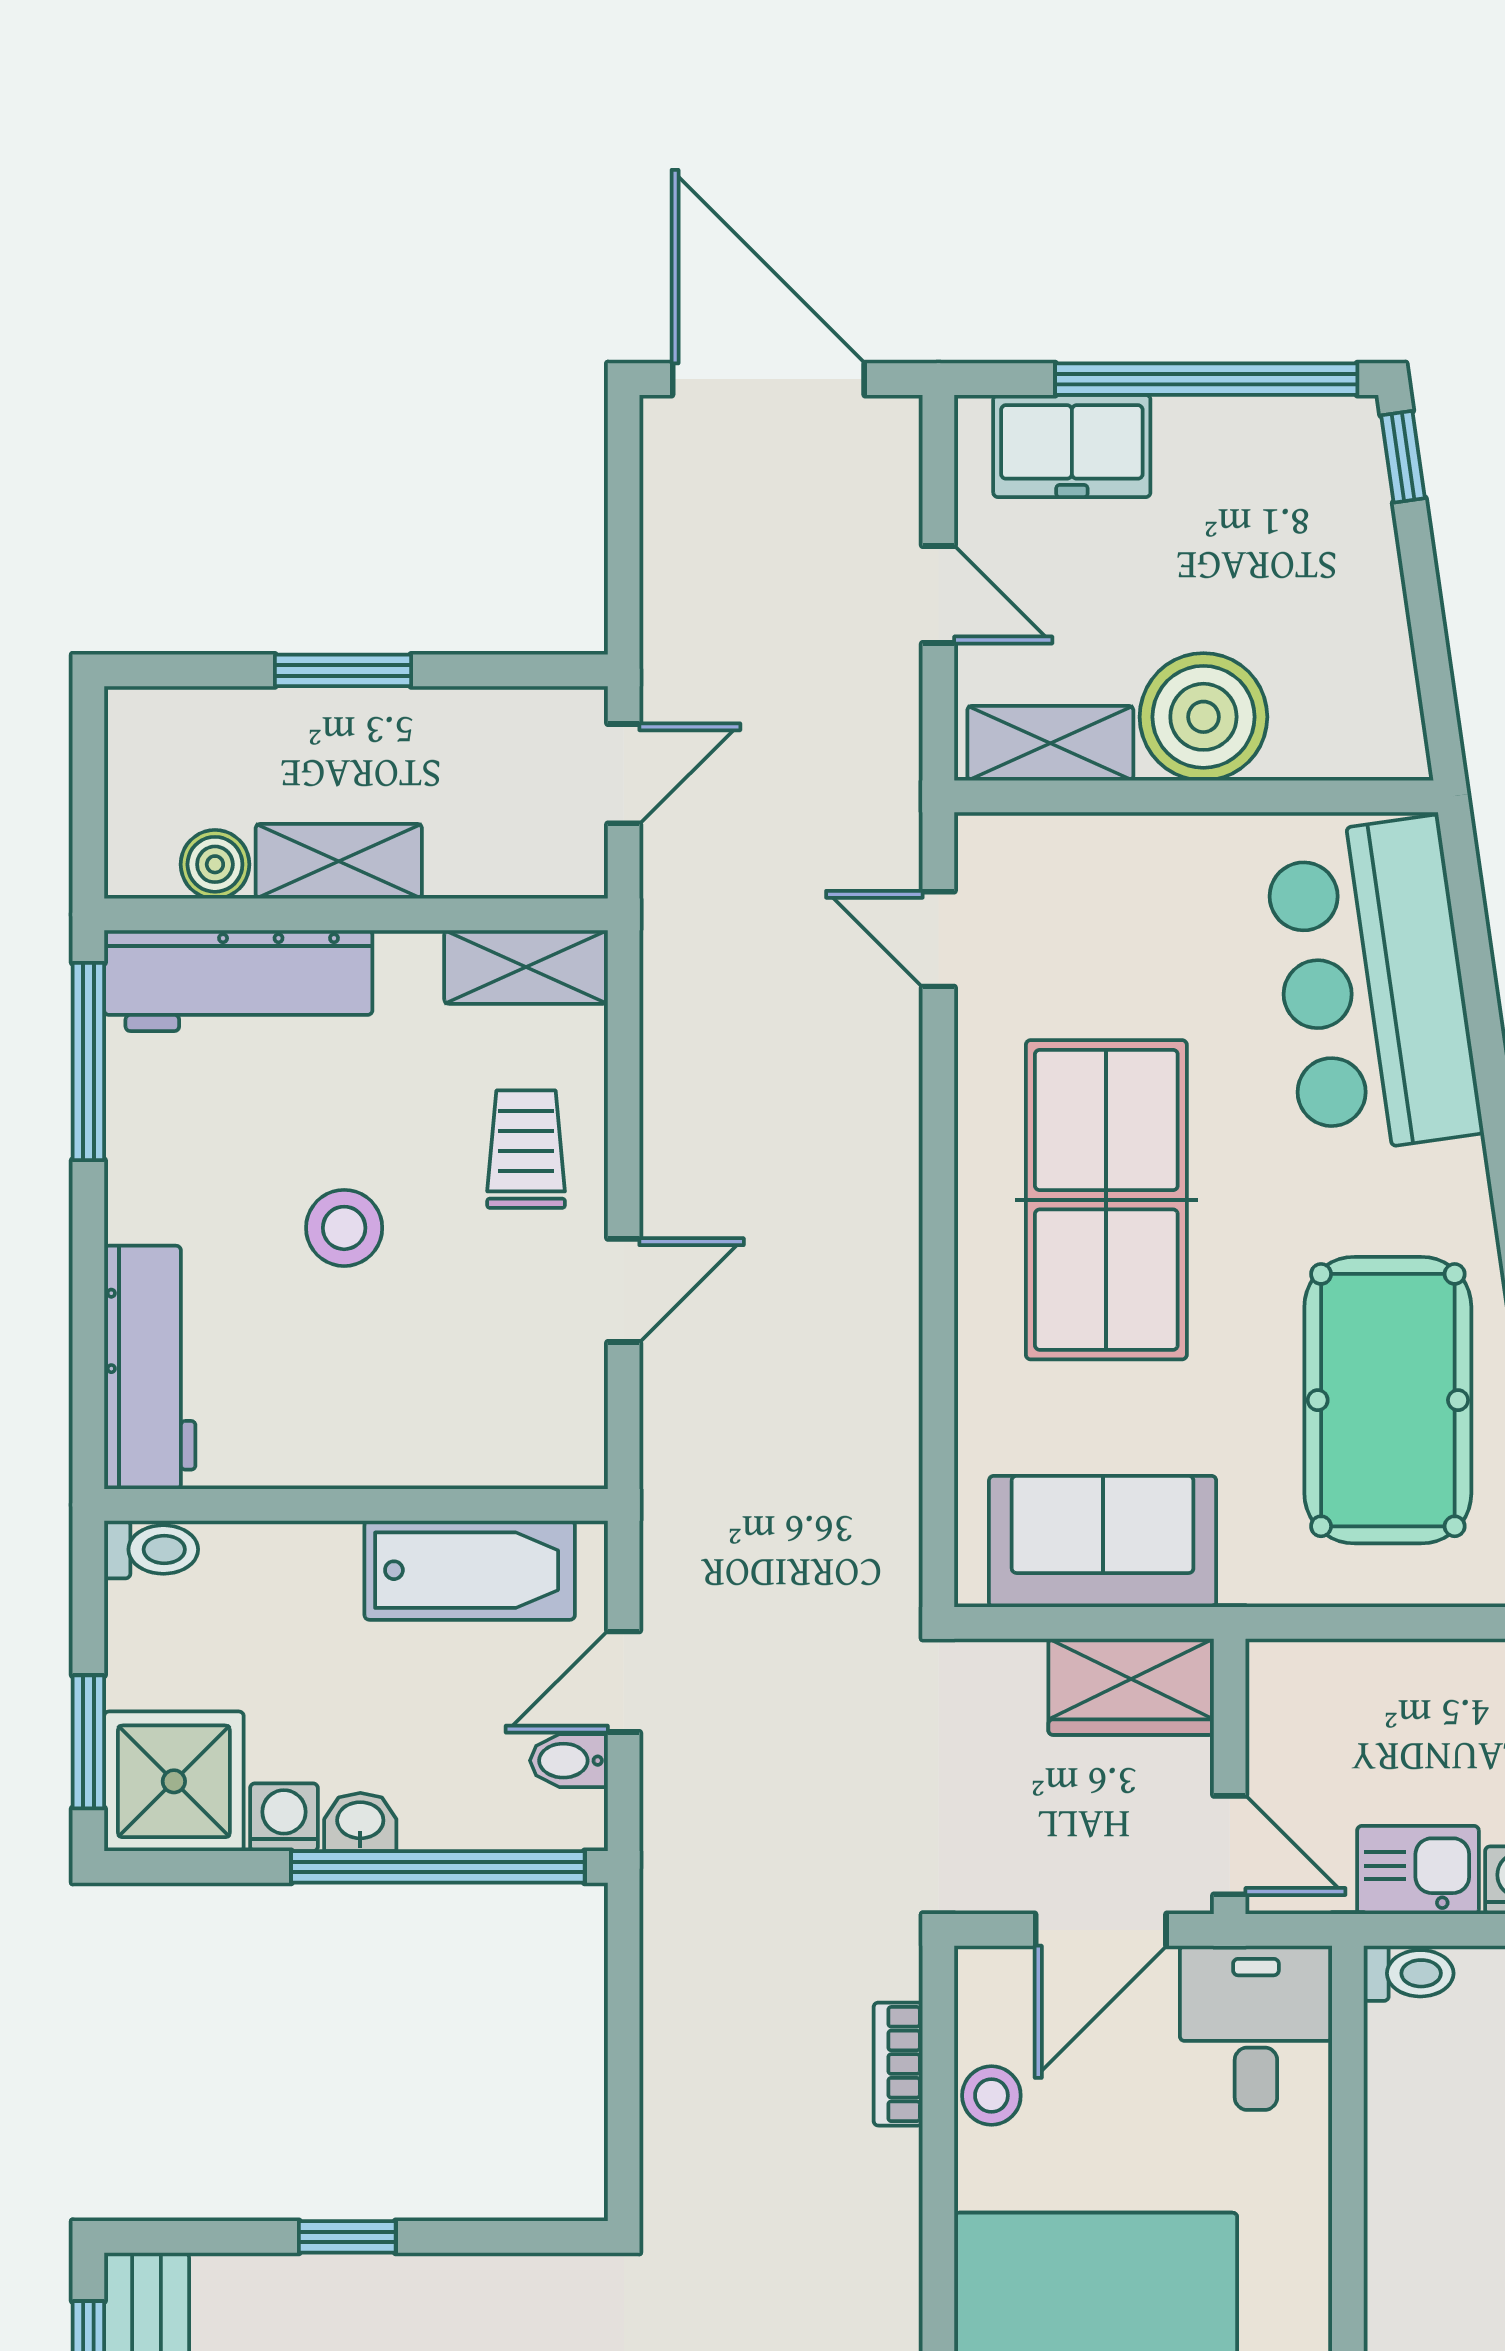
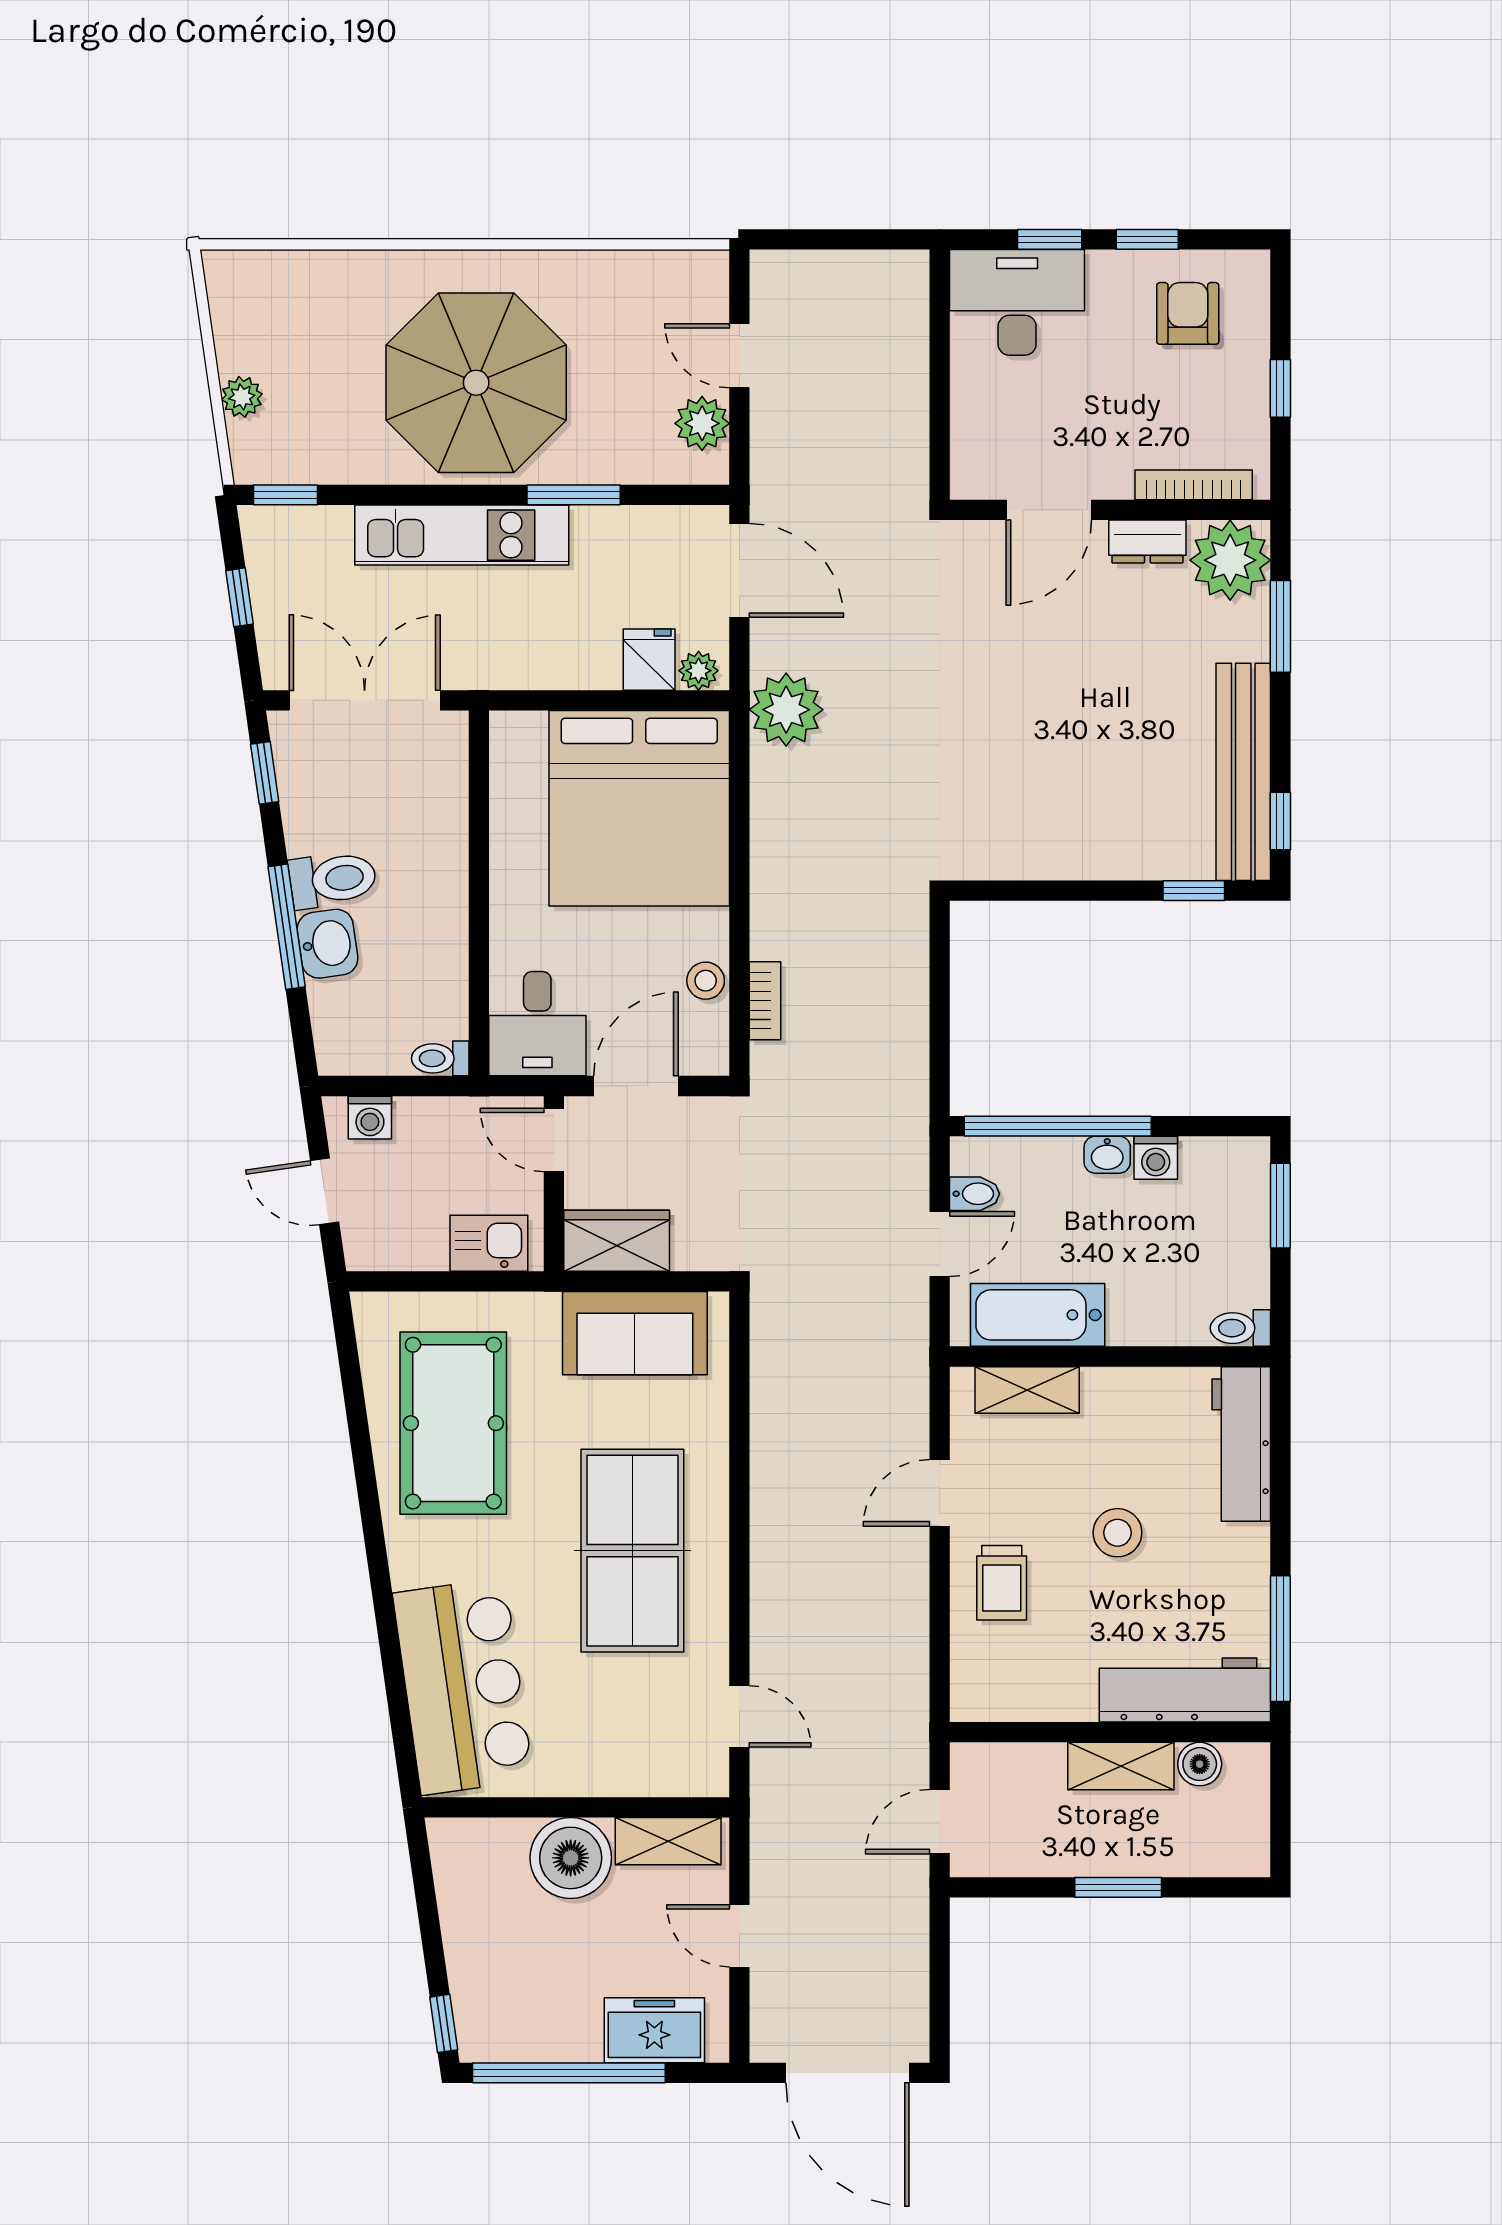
shelving: (526, 967) -> (1027, 1390), moved
shower: (174, 1781) -> (1226, 1181), removed
kitchen sink: (1418, 1870) -> (489, 1243), moved, turned 180
window: (347, 2237) -> (1194, 891), moved

